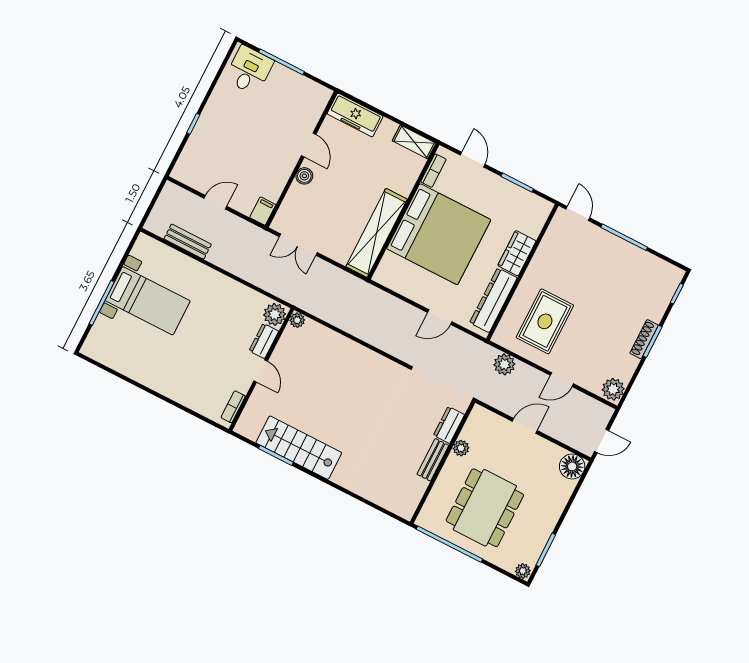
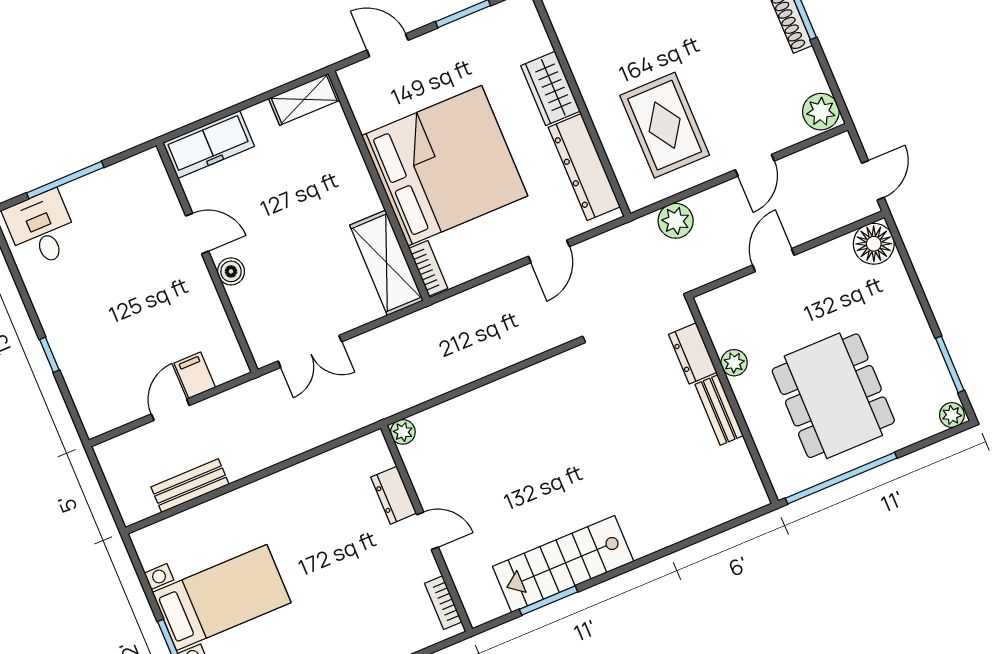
bookcase: (433, 171) -> (428, 268), moved
filing cabinet: (263, 211) -> (195, 375), moved
shelving: (376, 233) -> (387, 263), width x0.68
plant: (275, 314) -> (372, 454), removed

